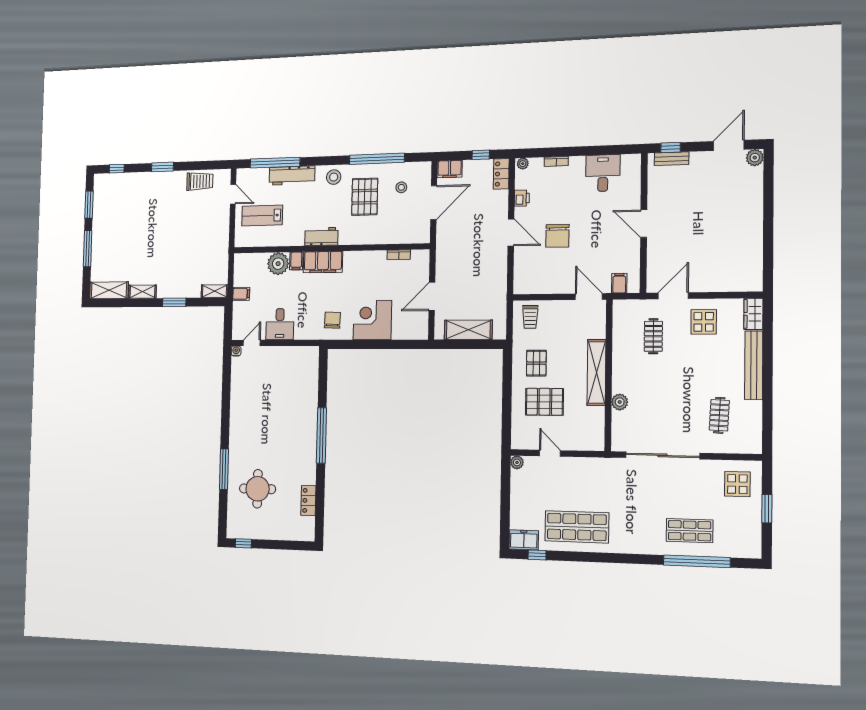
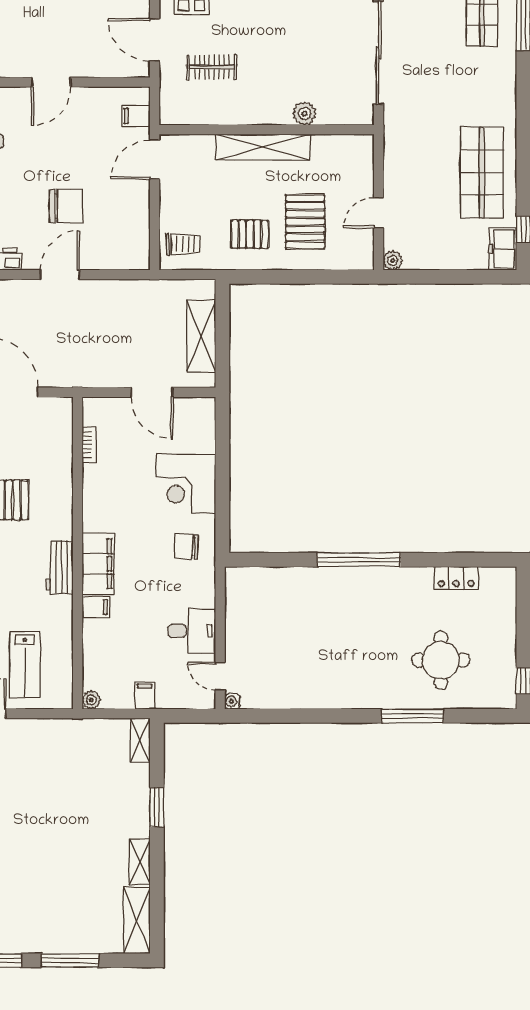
plant: (278, 264) -> (91, 700), moved, width x0.53, depth x0.53

